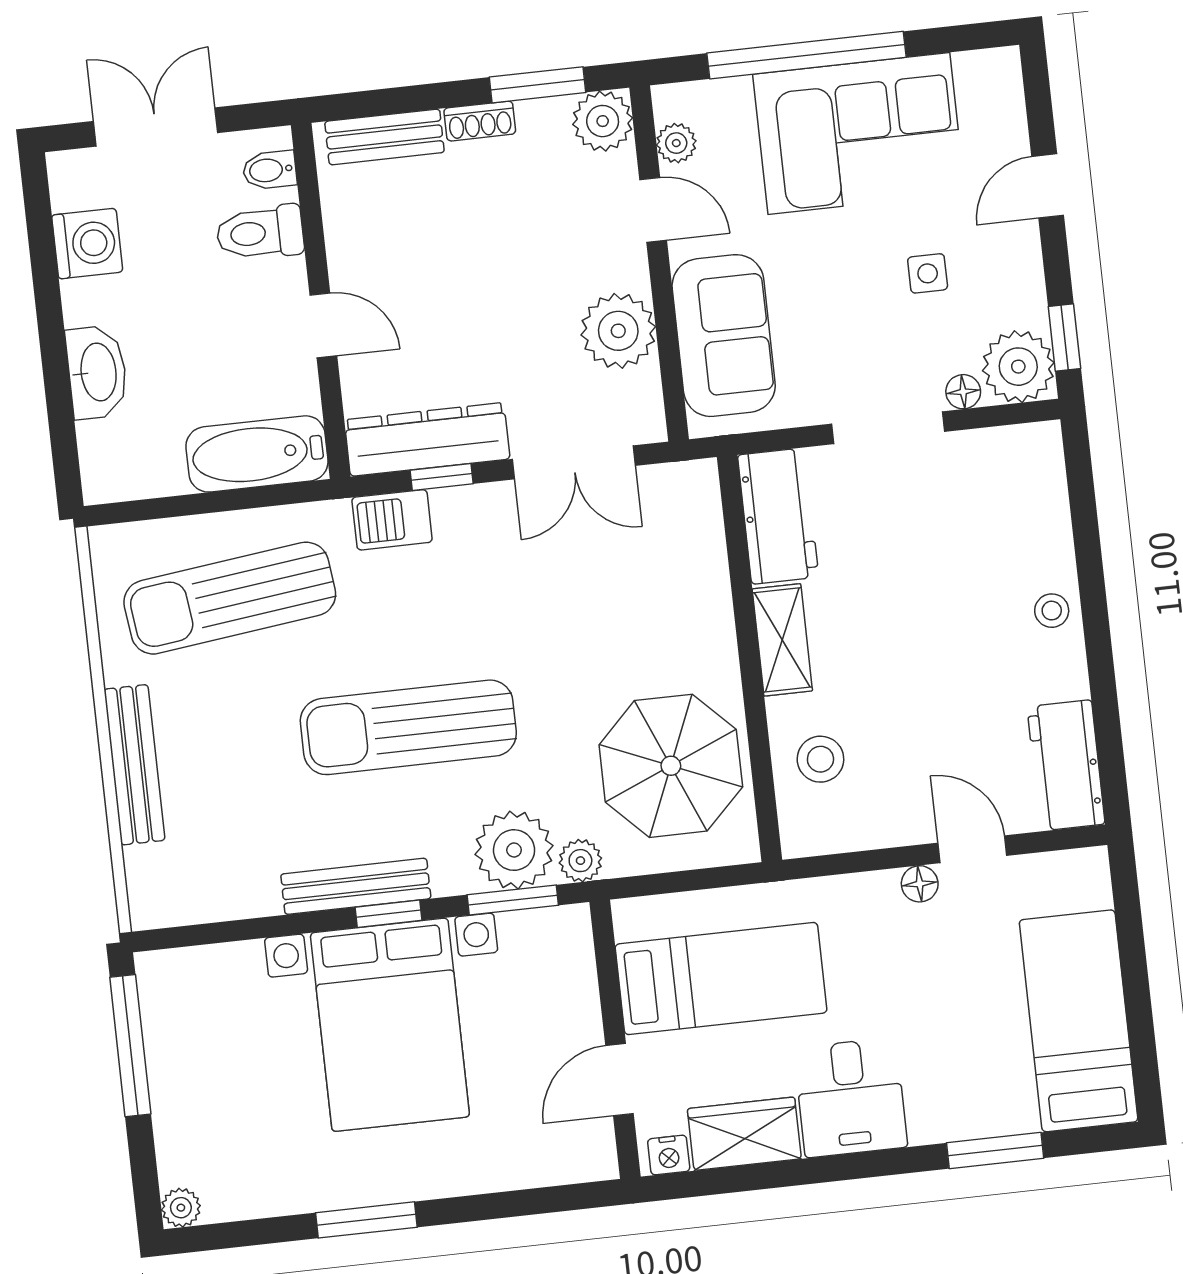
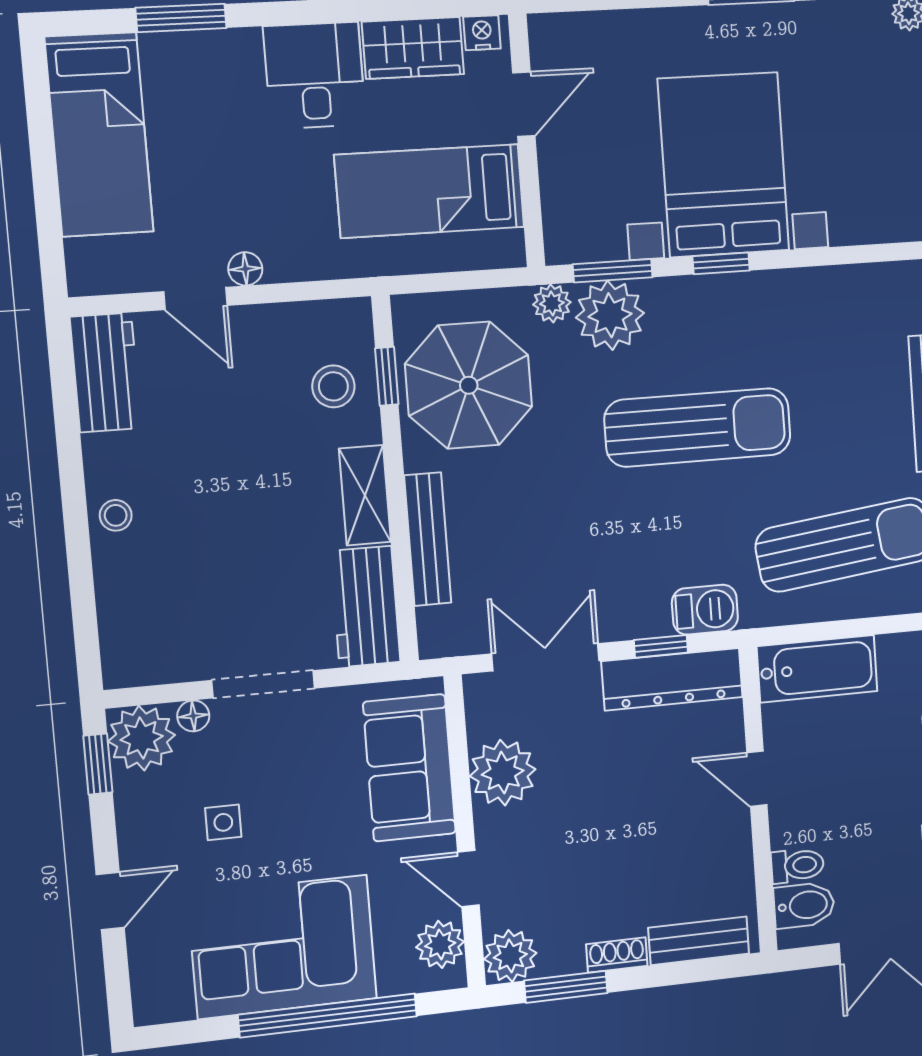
plant: (676, 143) -> (440, 944), width x1.38, depth x1.38
bidet: (270, 170) -> (804, 905), width x1.38, depth x1.36
toilet: (260, 233) -> (797, 865), width x0.73, depth x0.72
window: (762, 772) -> (387, 376), added
bench: (356, 886) -> (428, 539), moved, turned 90

